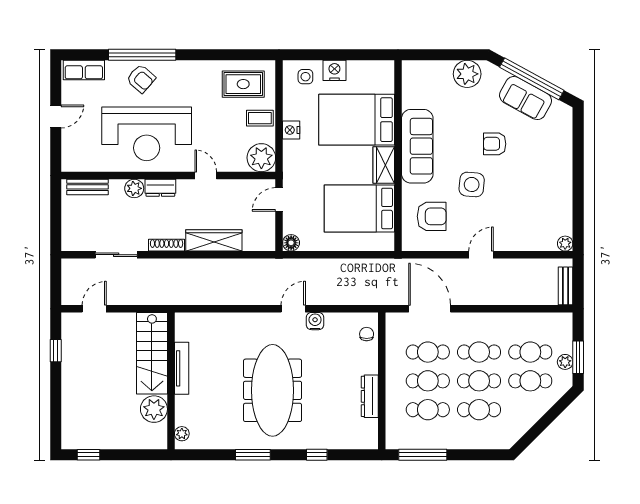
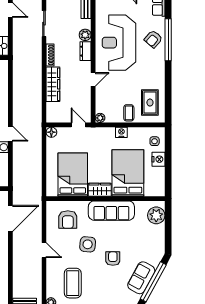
plant: (467, 74) -> (156, 215), moved
plant: (261, 158) -> (100, 118), width x0.53, depth x0.53
coffee table: (534, 208) -> (73, 283), added

